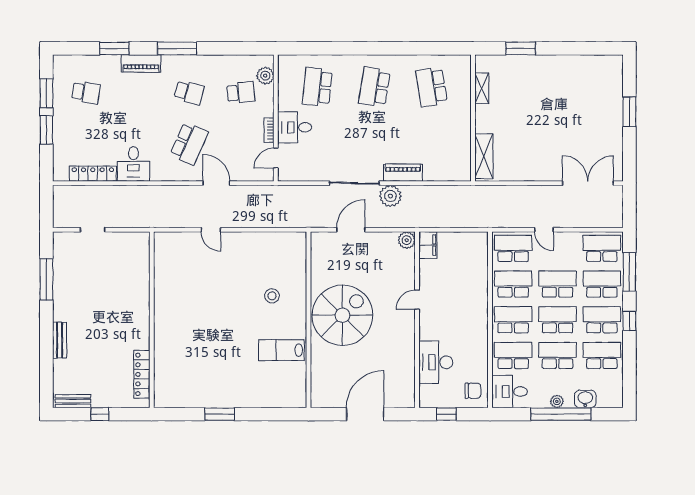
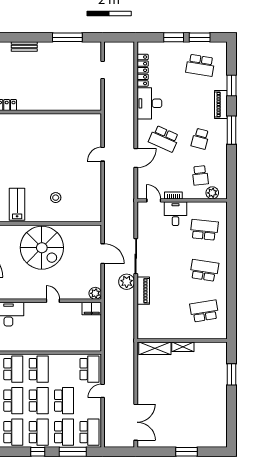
shelving: (482, 88) -> (183, 347), moved
school desk: (86, 92) -> (200, 65), width x1.85
desk: (133, 164) -> (149, 103), width x1.37
school desk: (513, 284) -> (64, 369), removed

